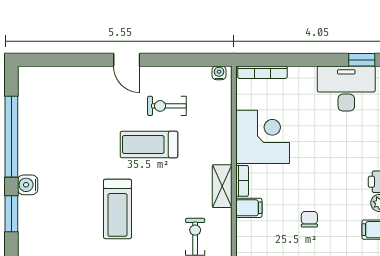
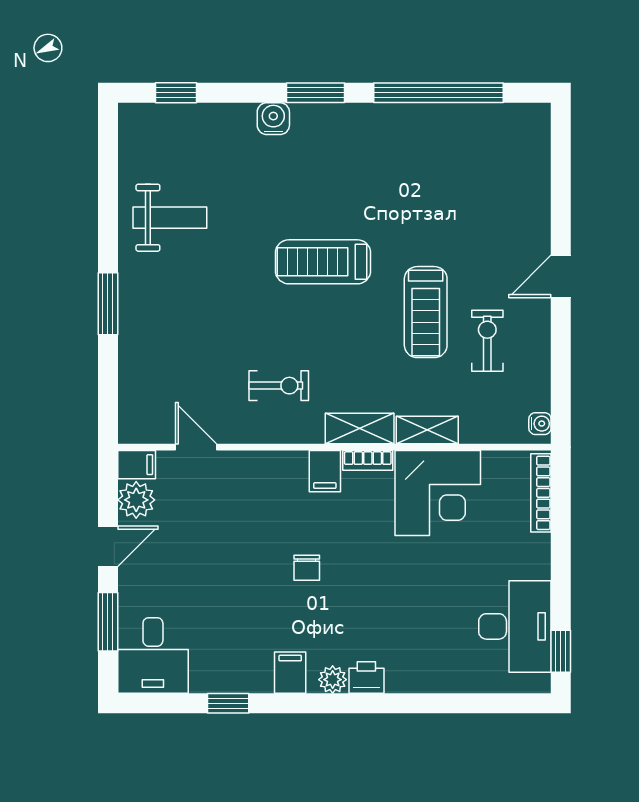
shelving: (223, 144) -> (427, 430), added
treadmill: (149, 145) -> (426, 312), turned 180
water cooler: (28, 185) -> (273, 119), moved
chair: (309, 219) -> (307, 568), turned 90

